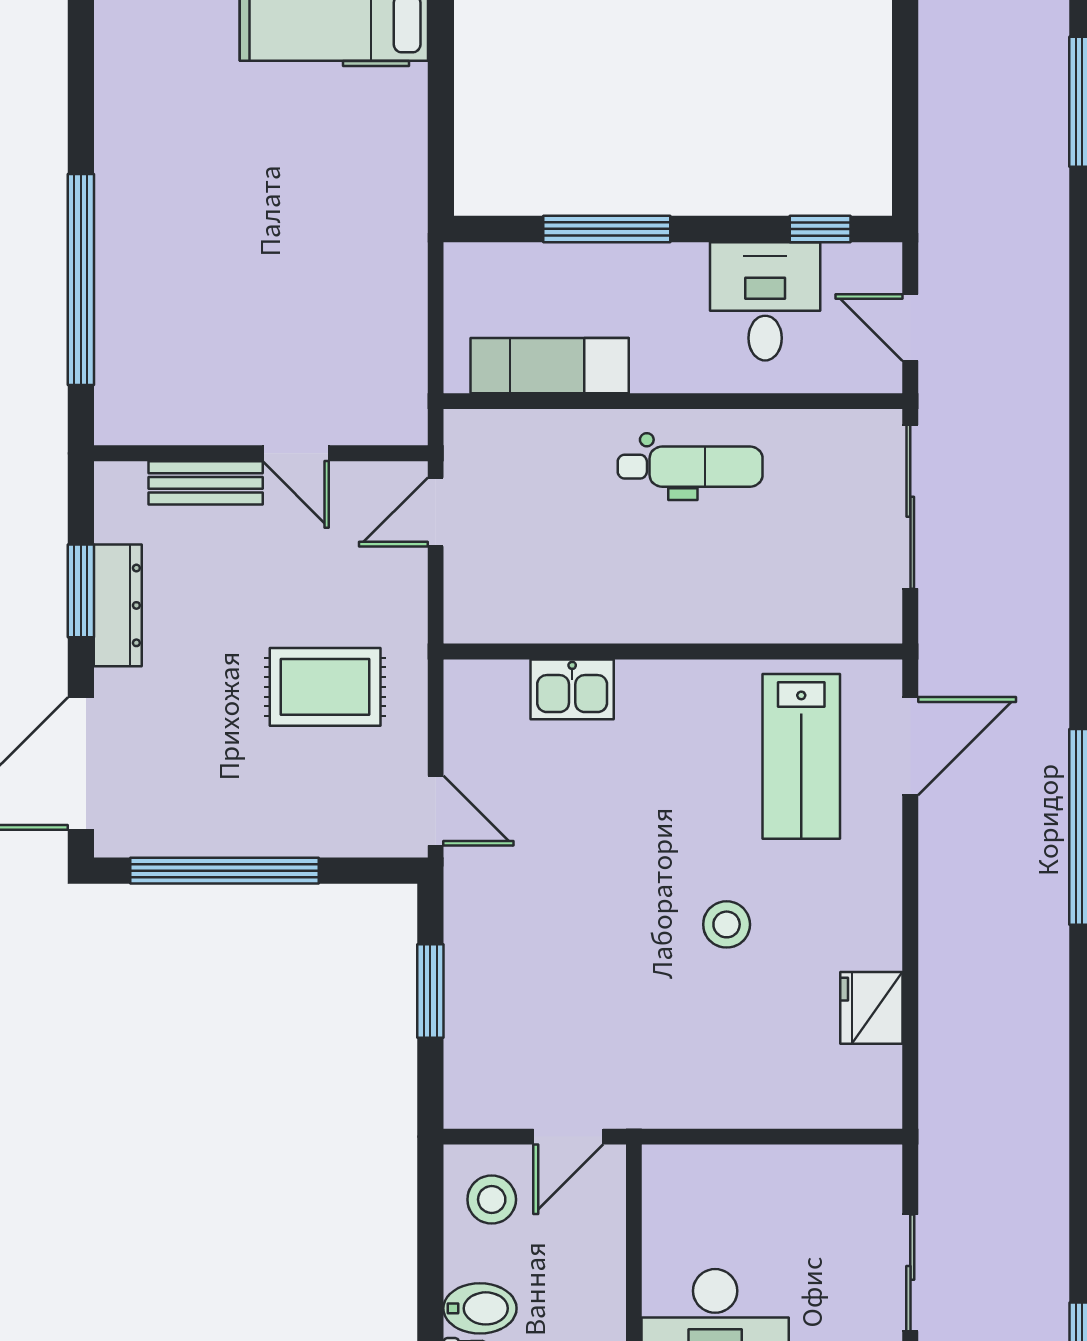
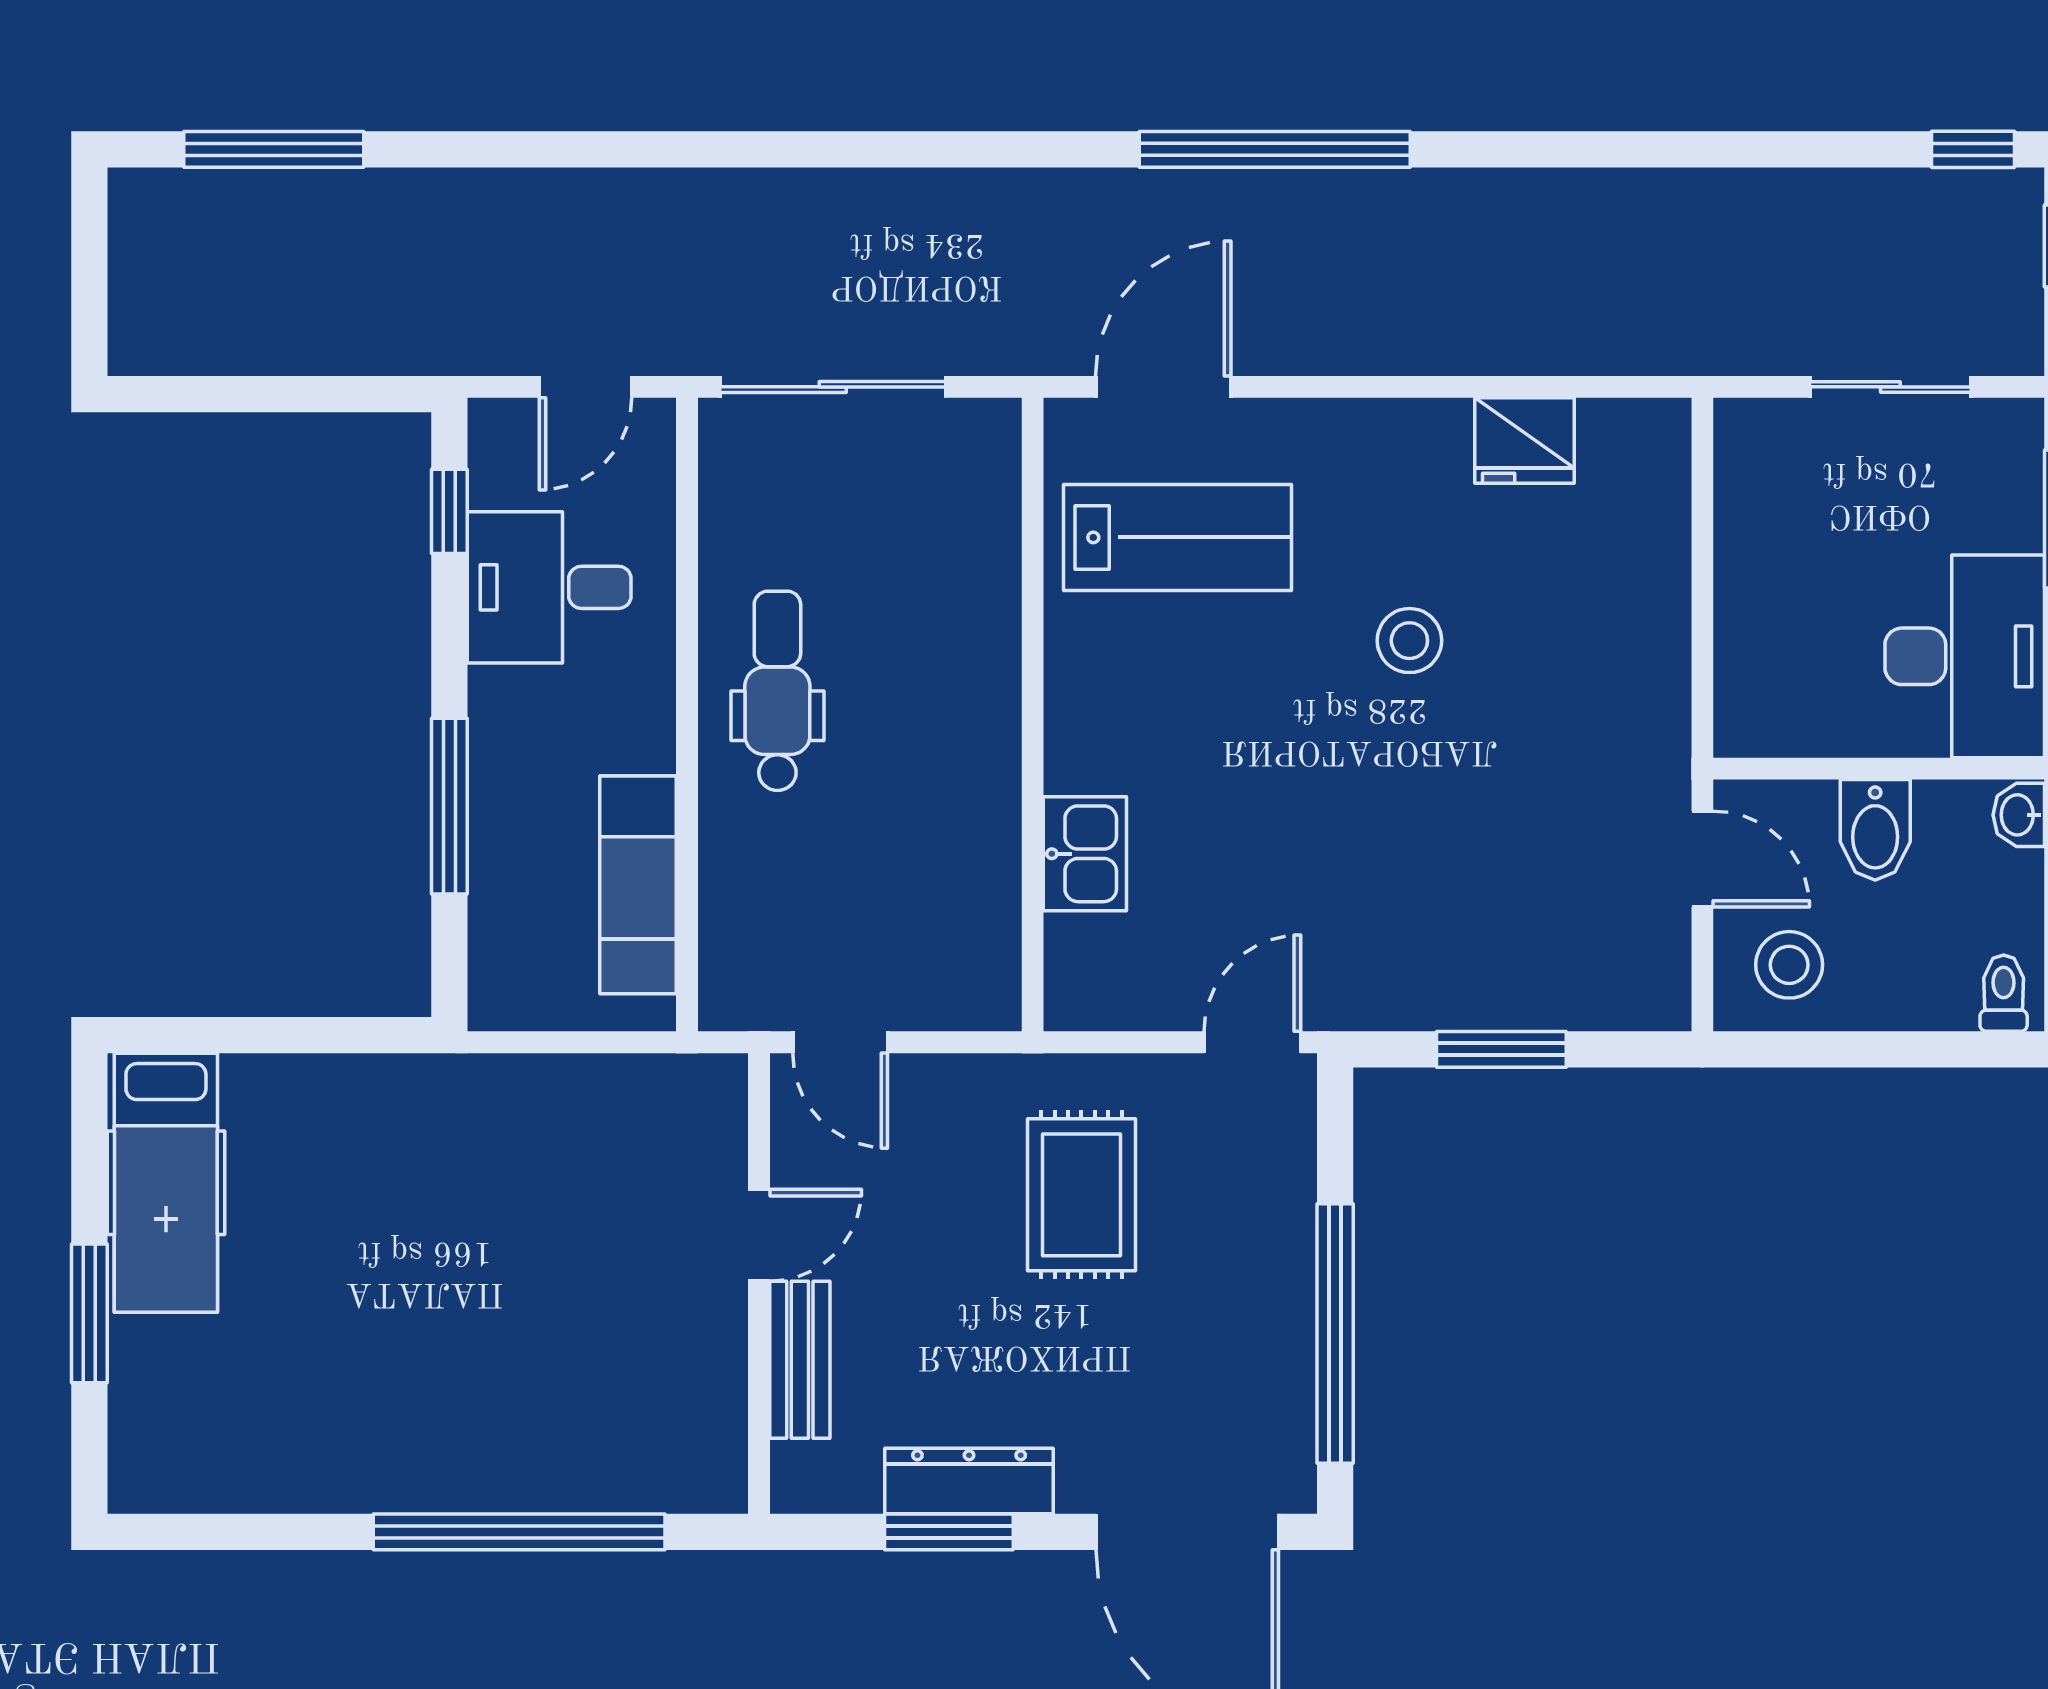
door: (910, 746) -> (1163, 387), hinge flipped
bidet: (480, 1308) -> (1875, 830), moved, turned 180

